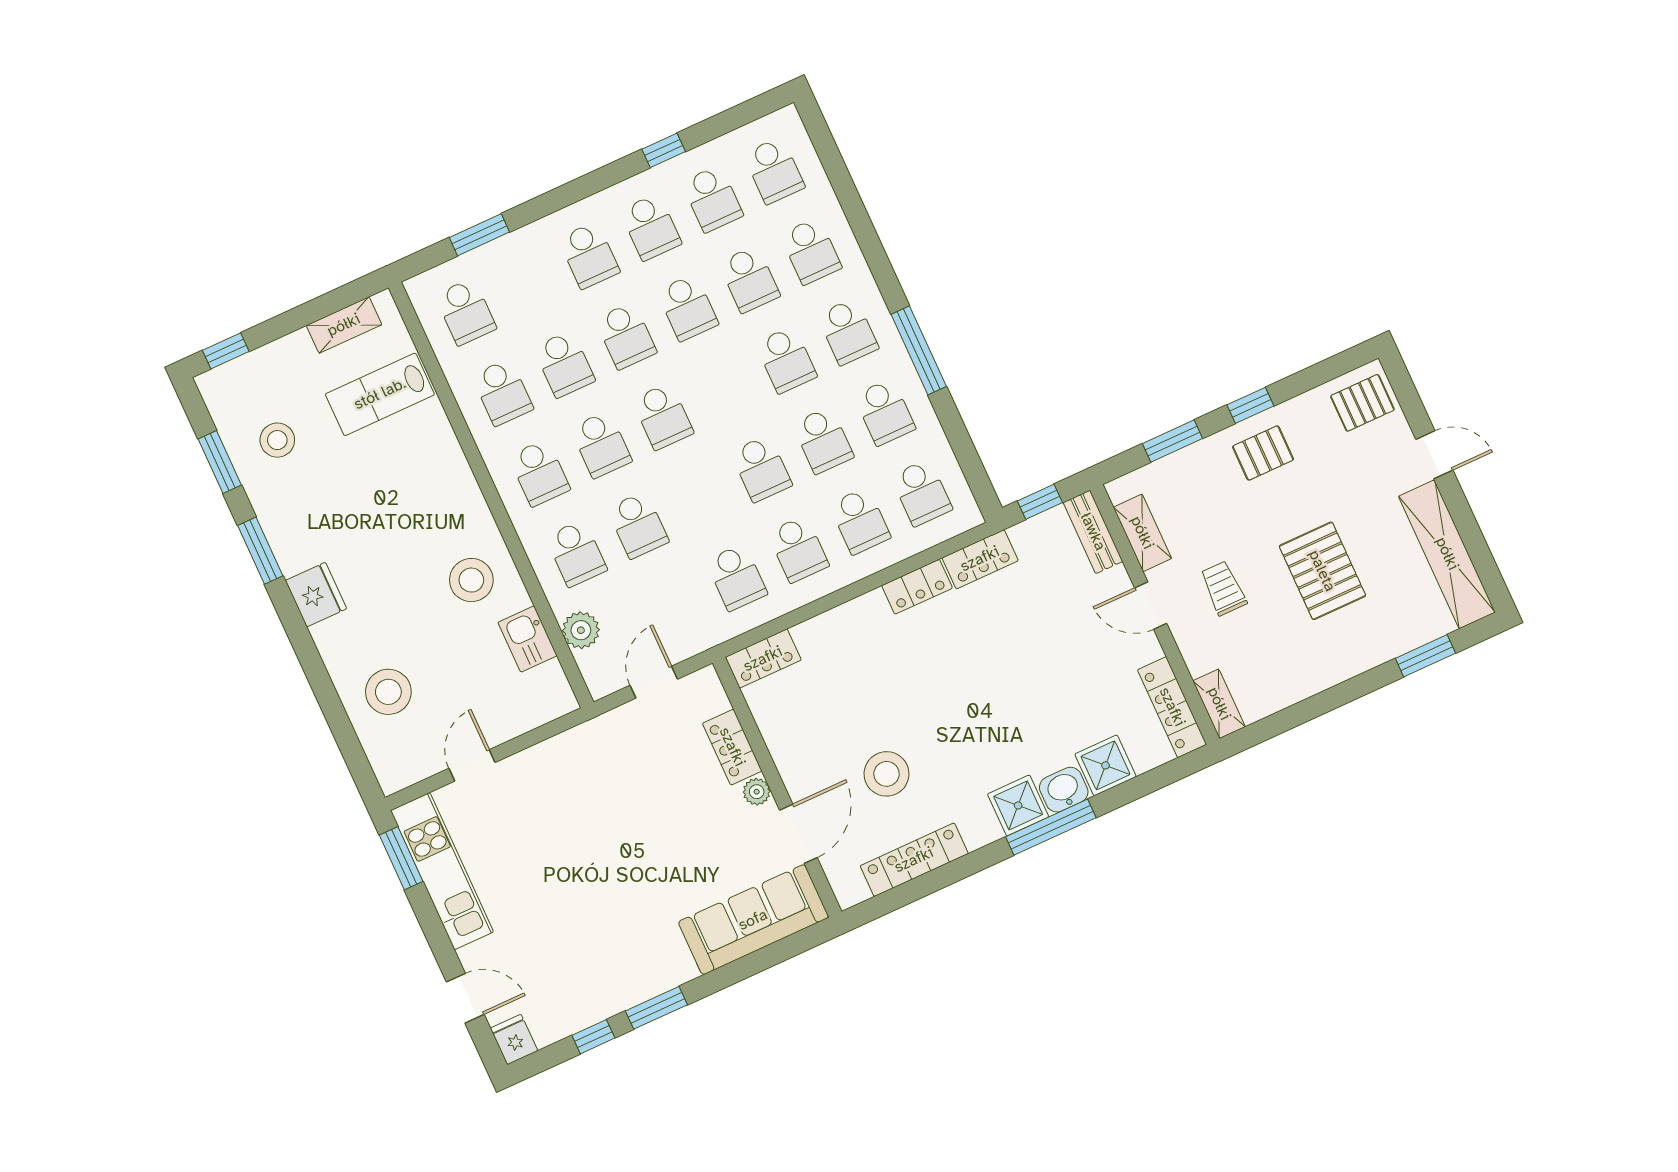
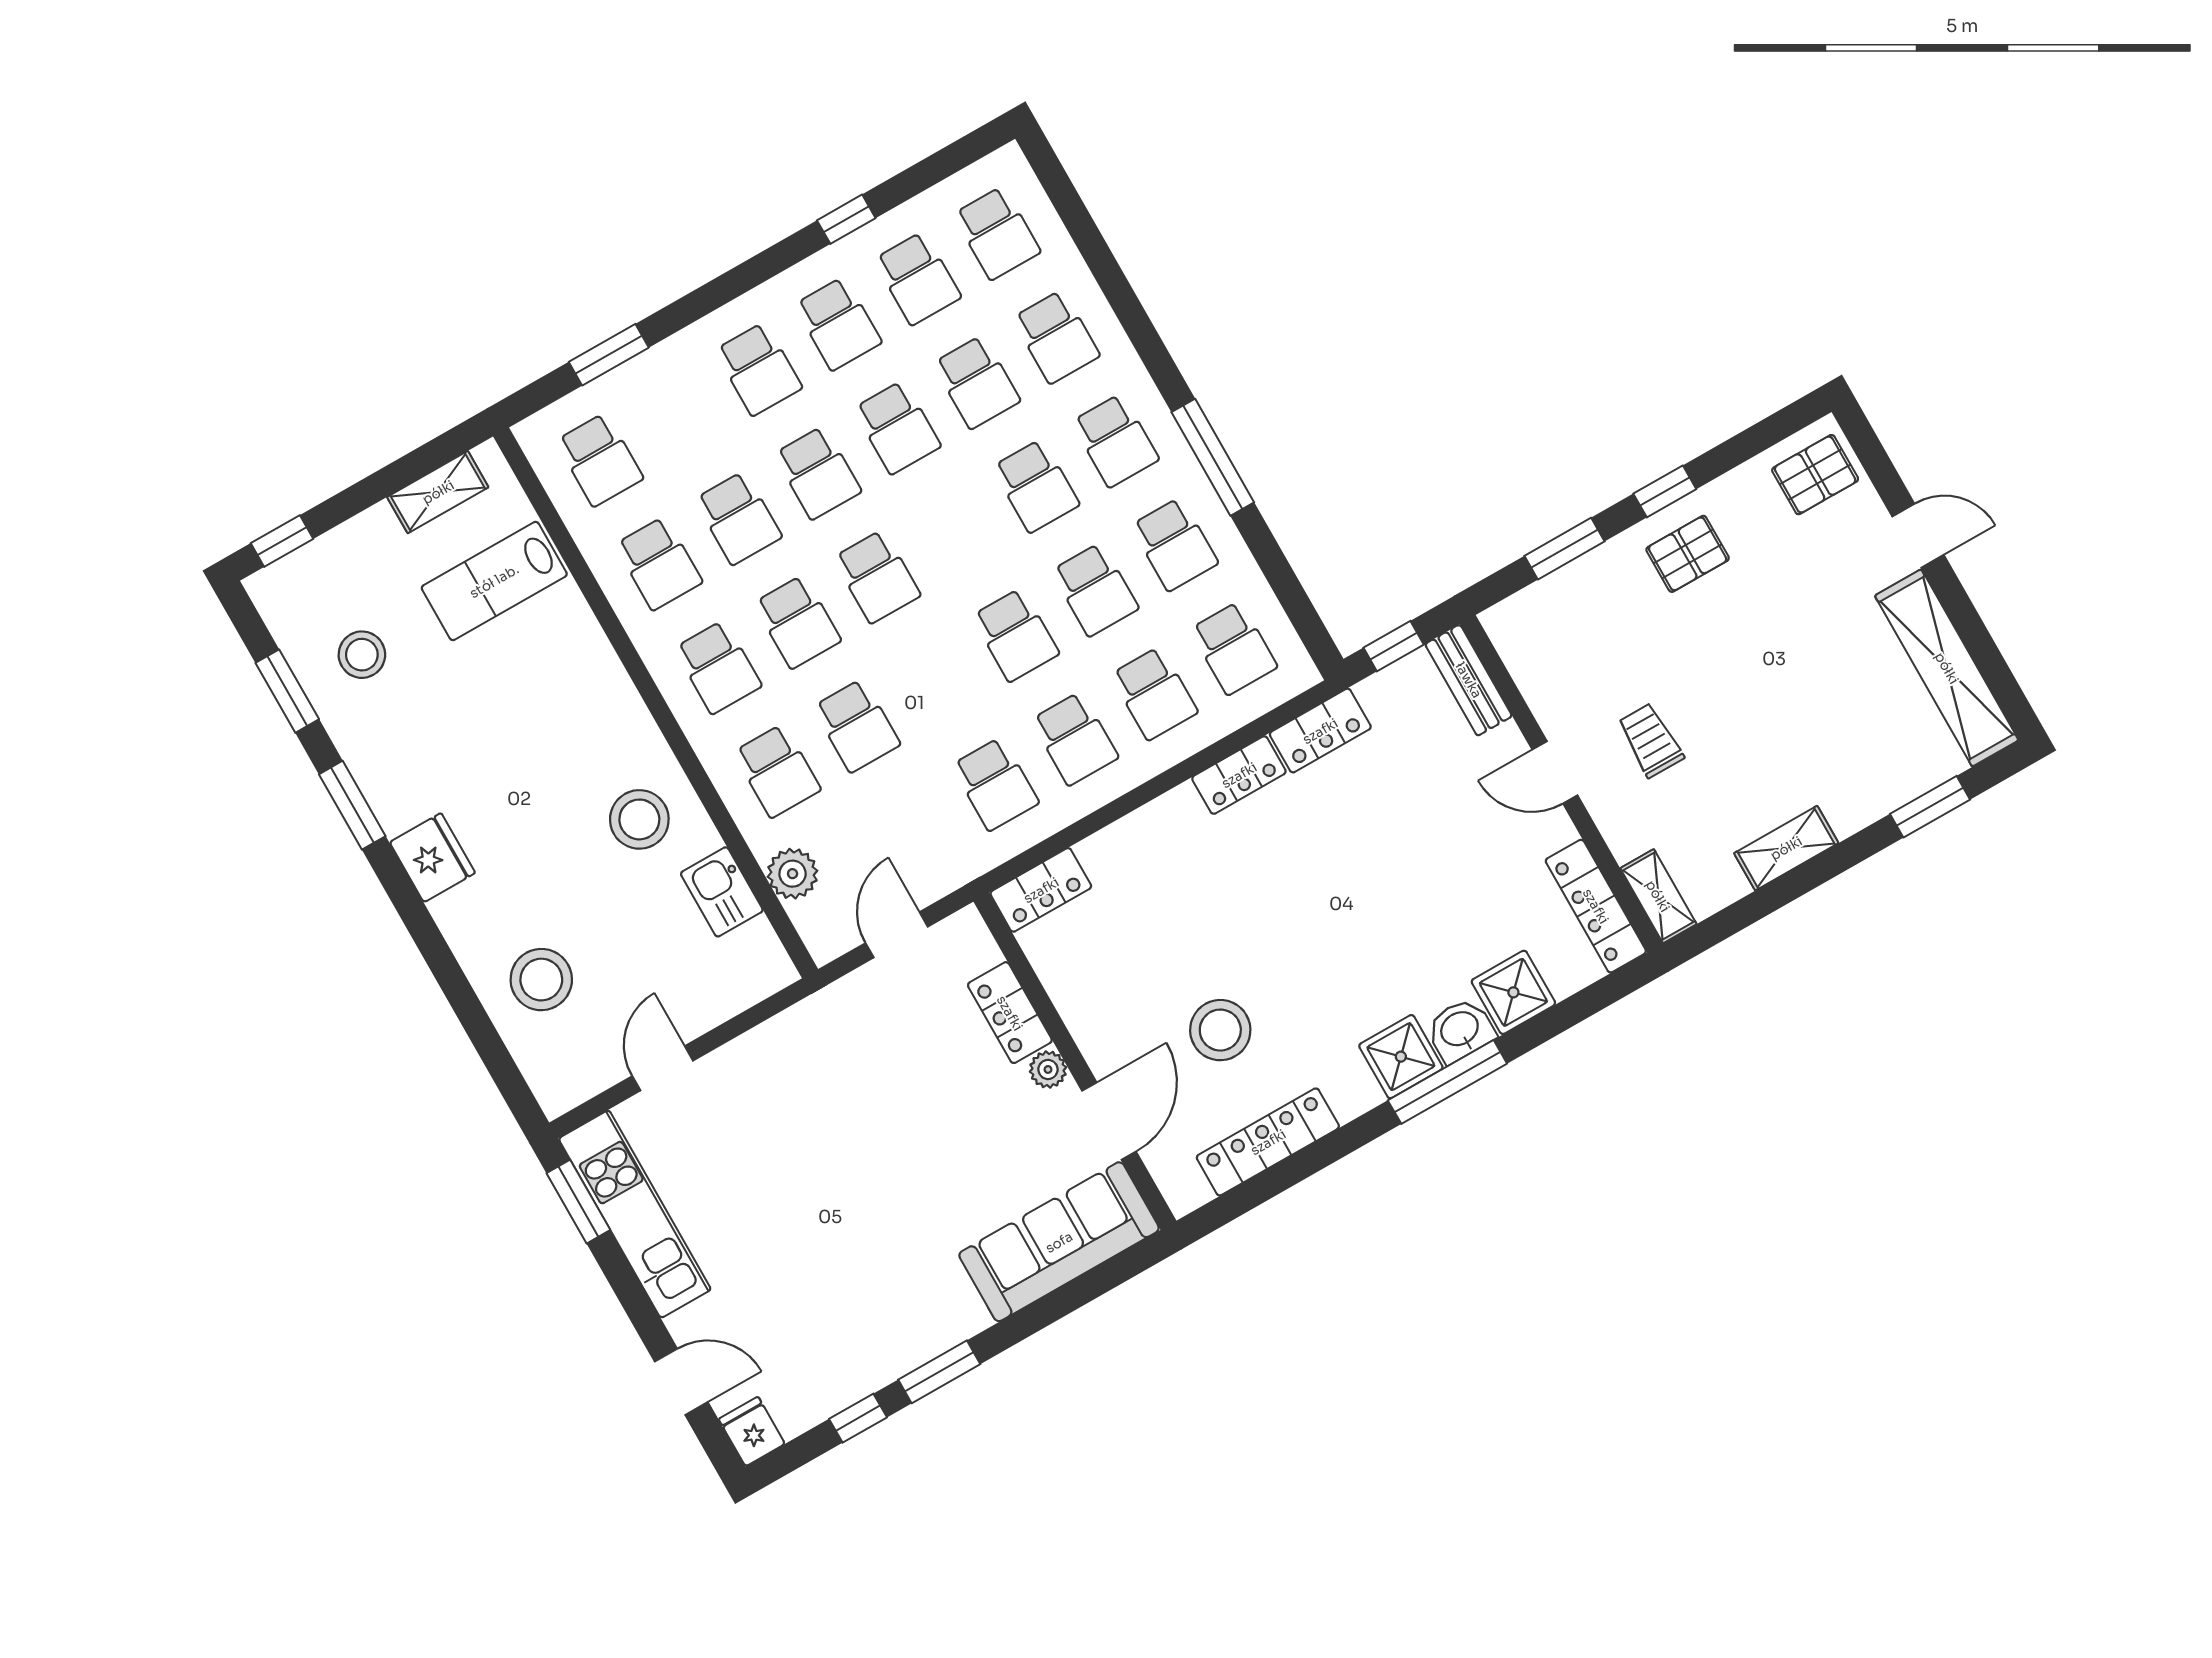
shelving: (1142, 533) -> (1786, 848), moved, turned 90
pallet: (1322, 571) -> (1782, 705), removed

